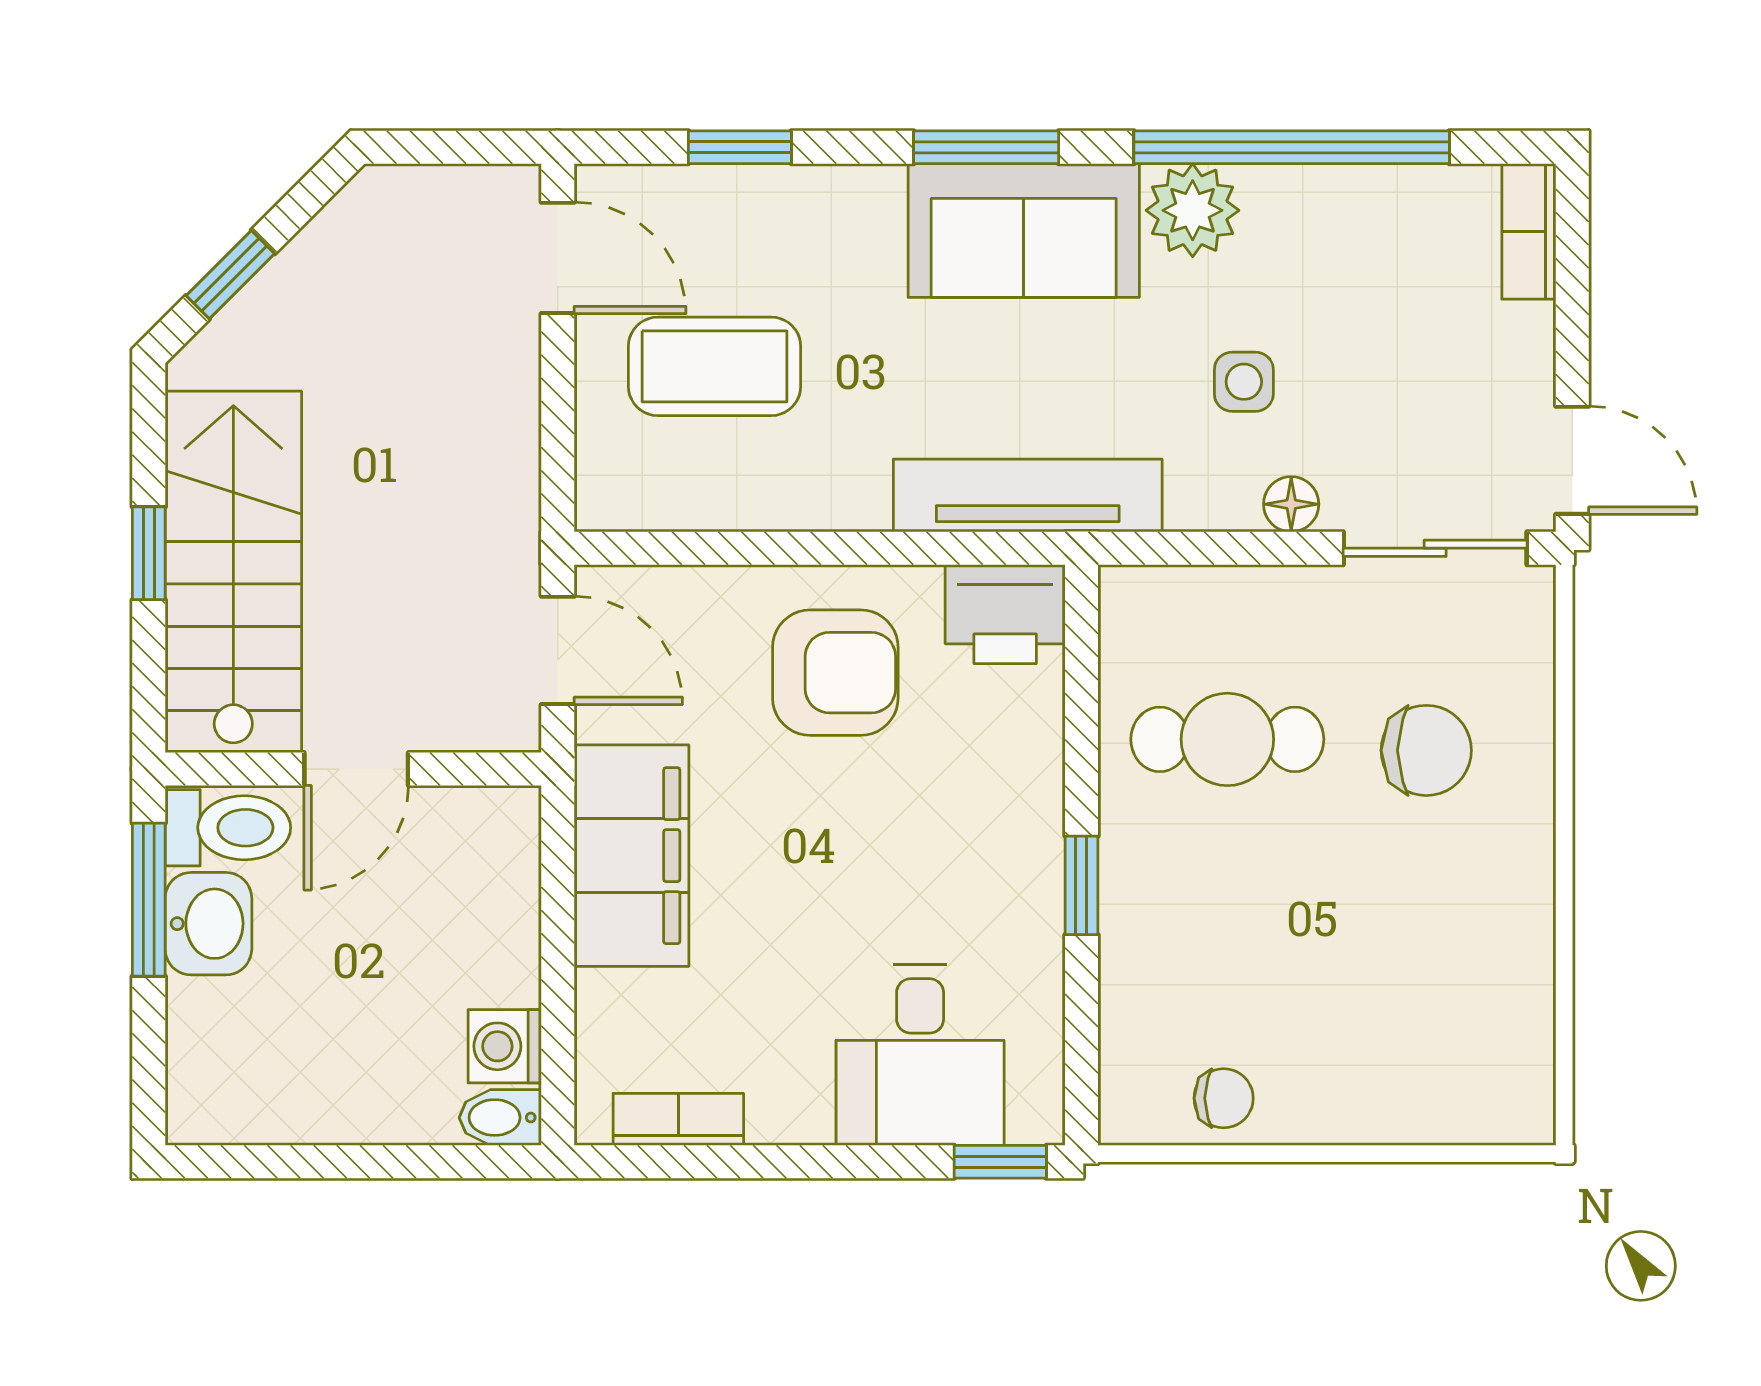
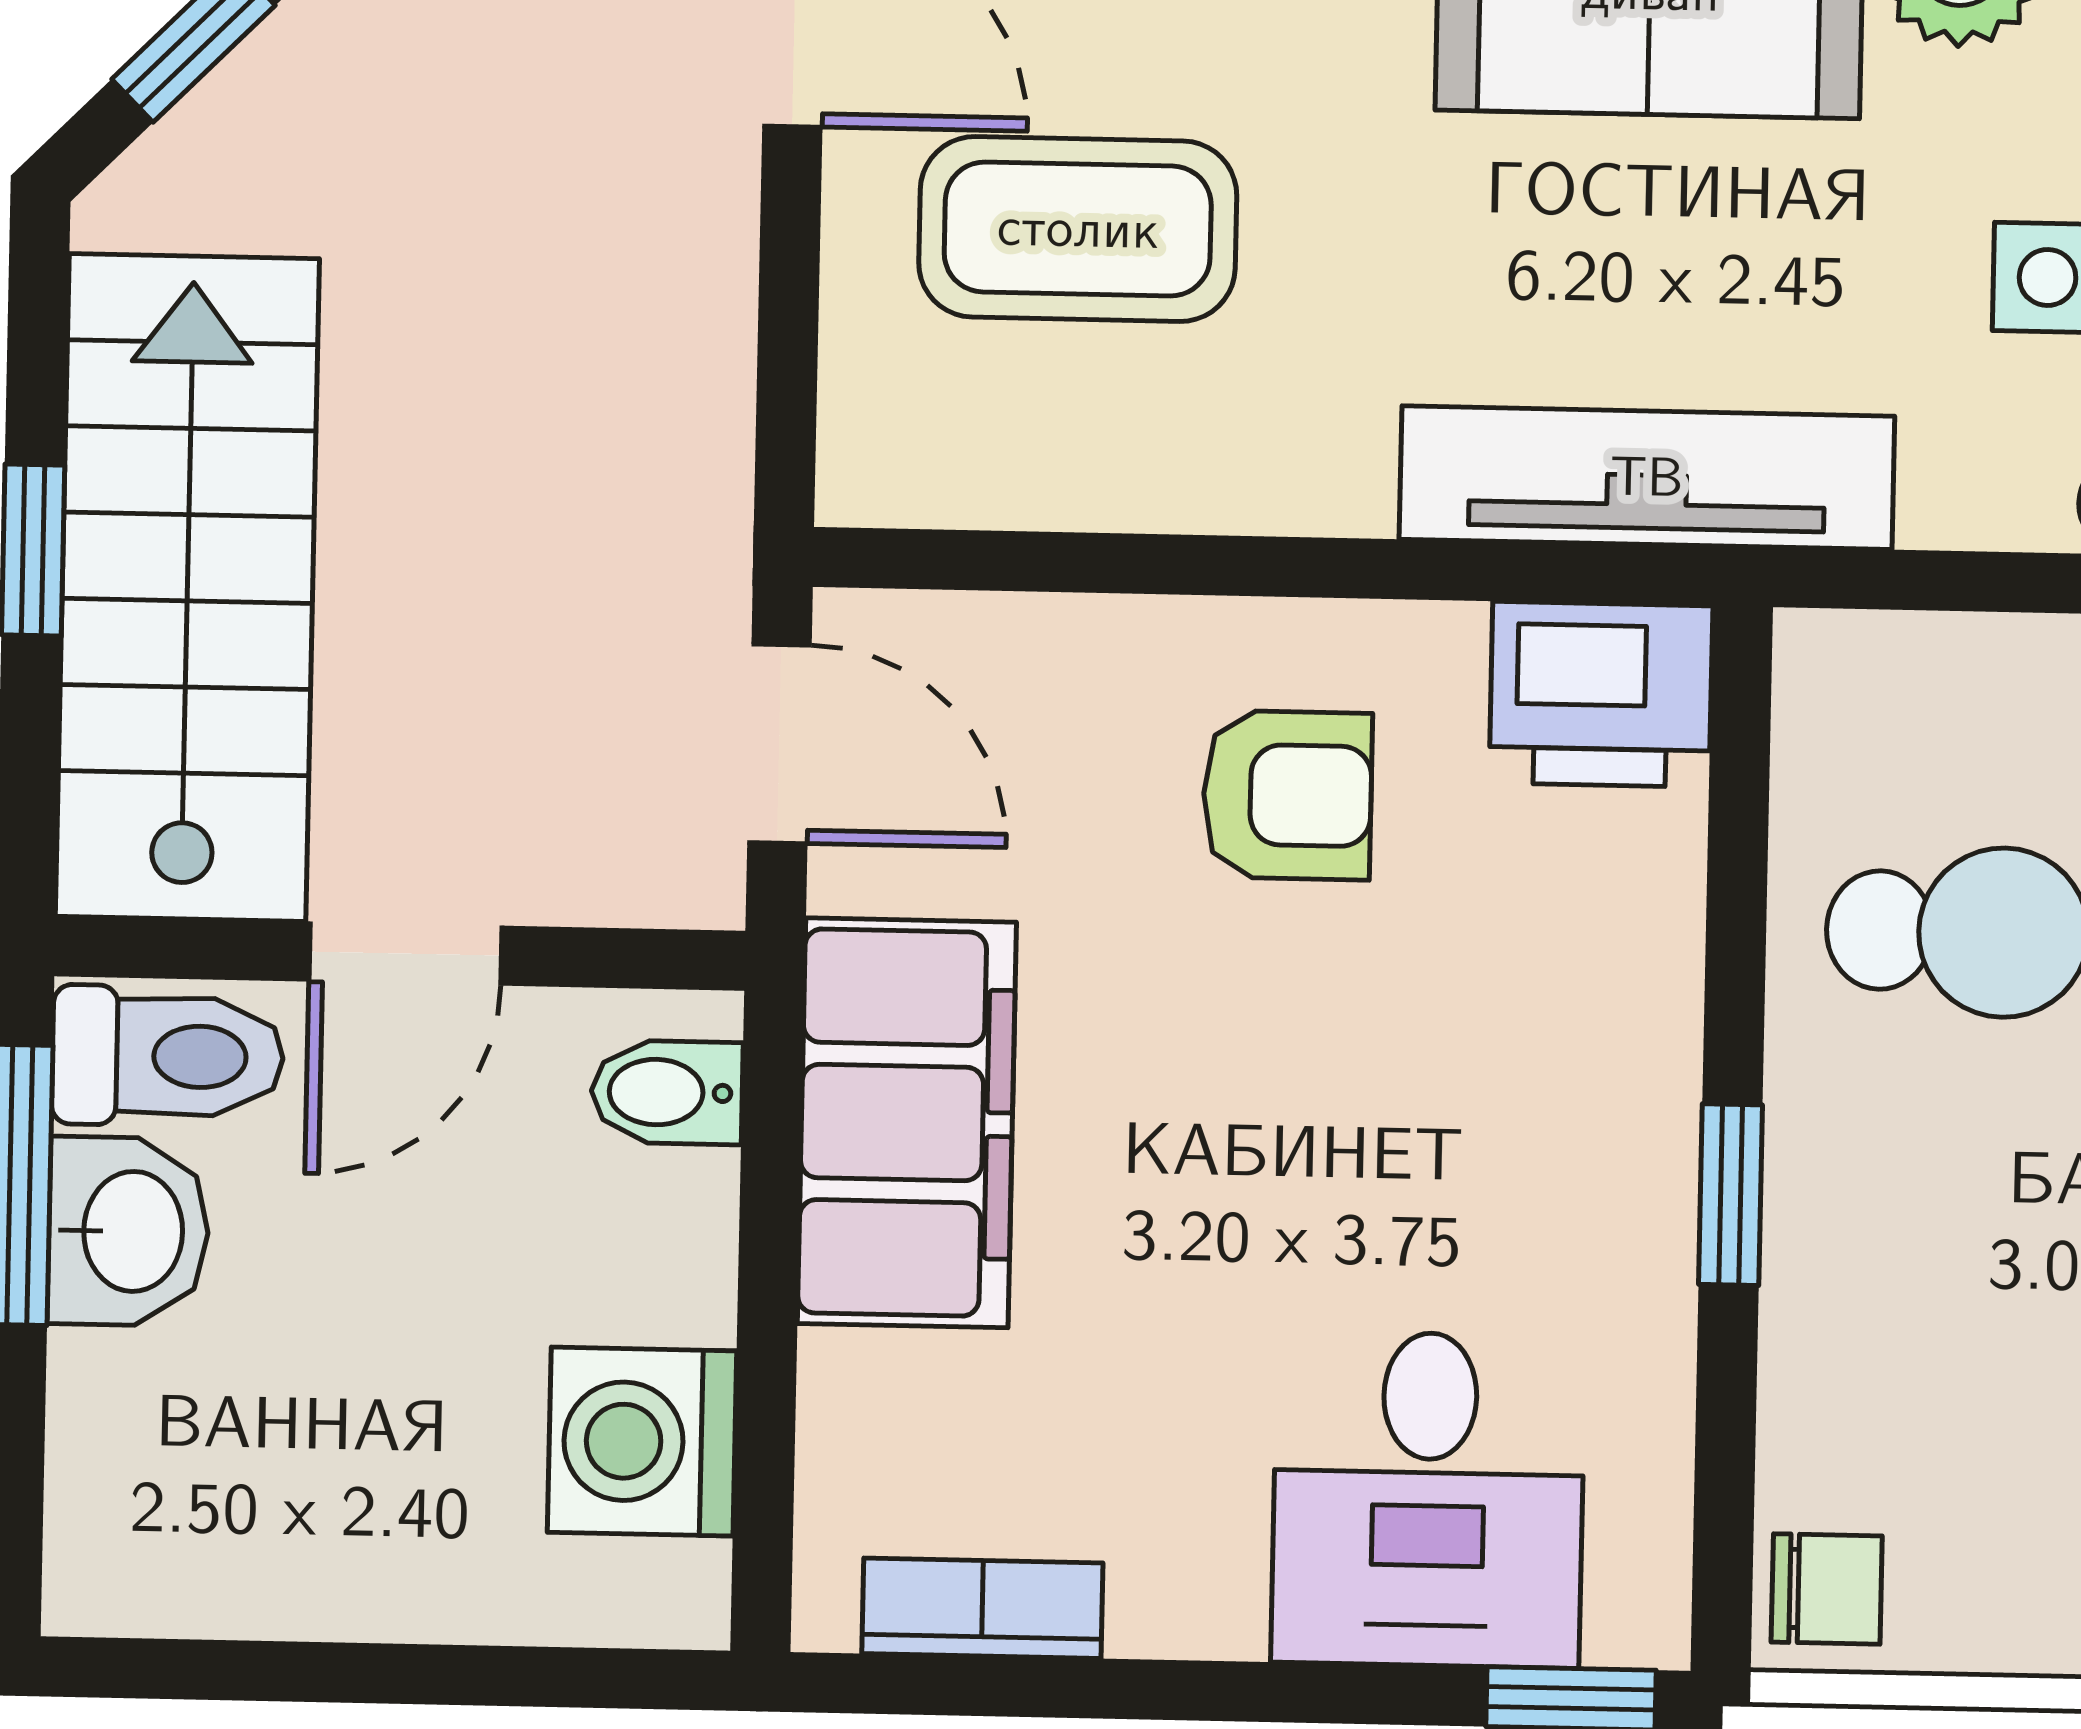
armchair: (835, 673) -> (1287, 795), width x0.72, depth x0.72
washing machine: (505, 1046) -> (642, 1442), width x1.38, depth x1.38
chair: (1224, 1098) -> (1827, 1589), moved
bidet: (500, 1118) -> (667, 1092), moved

